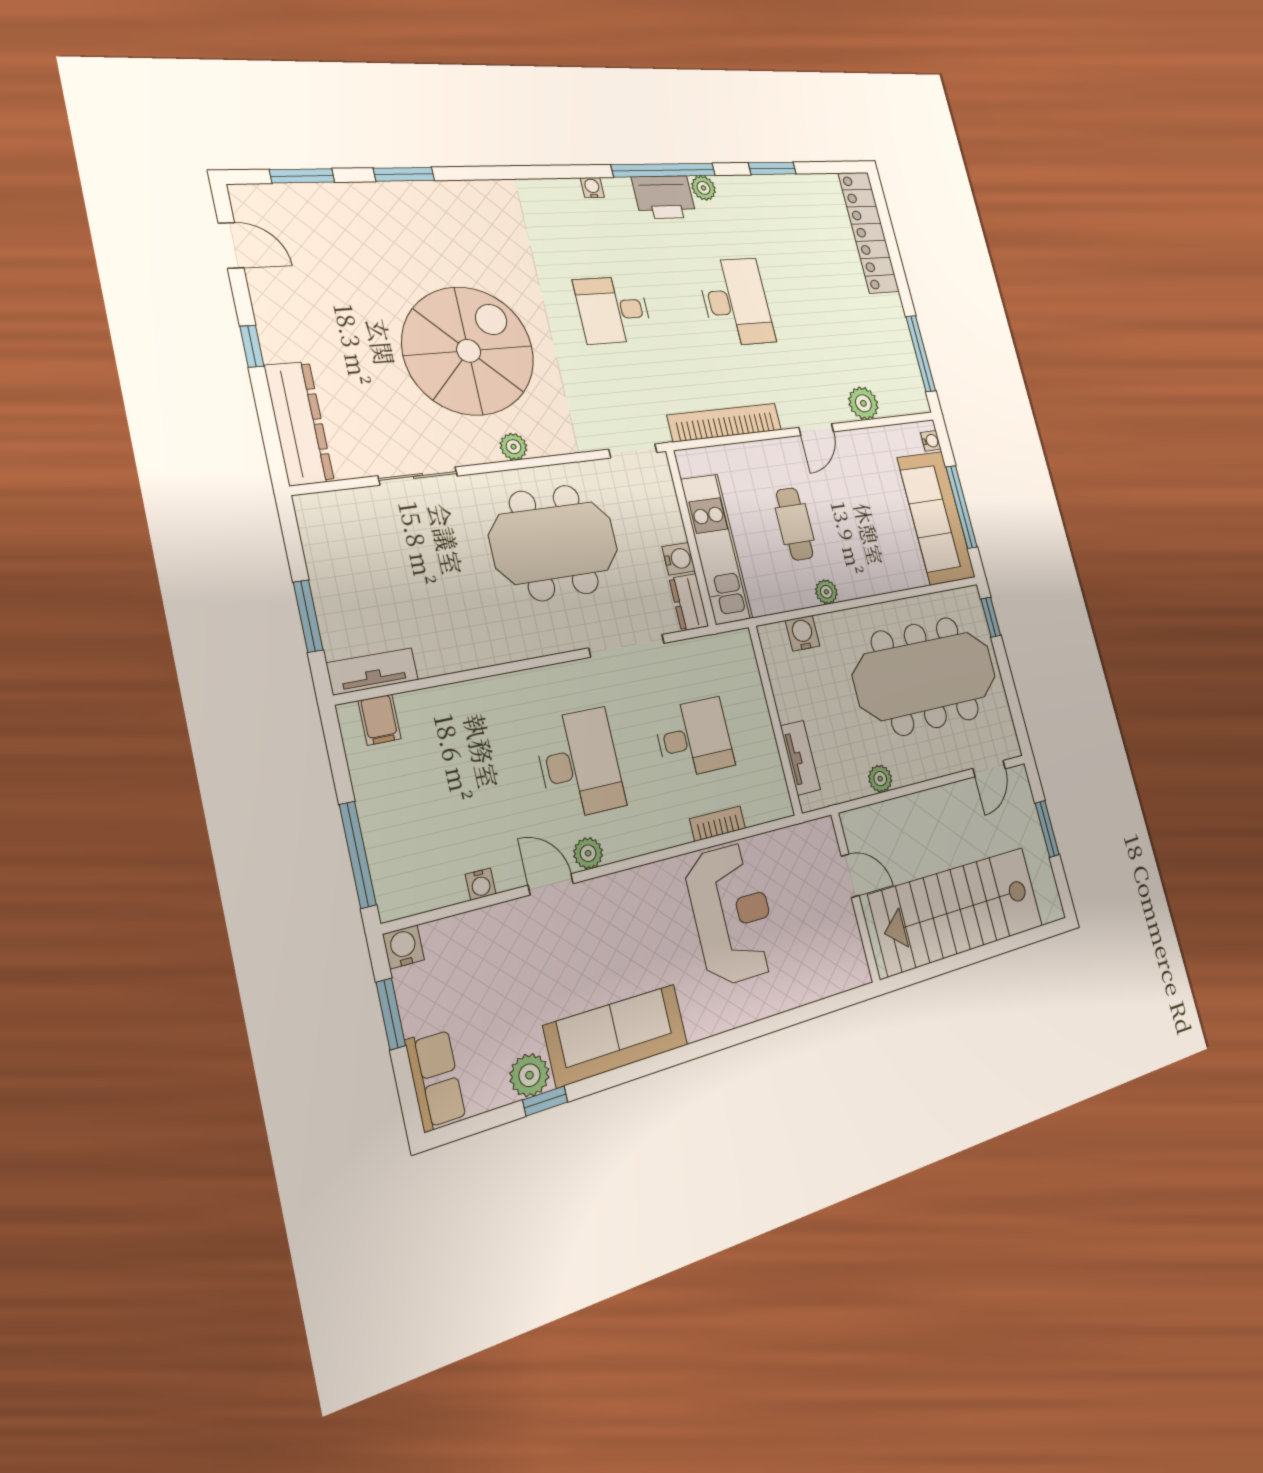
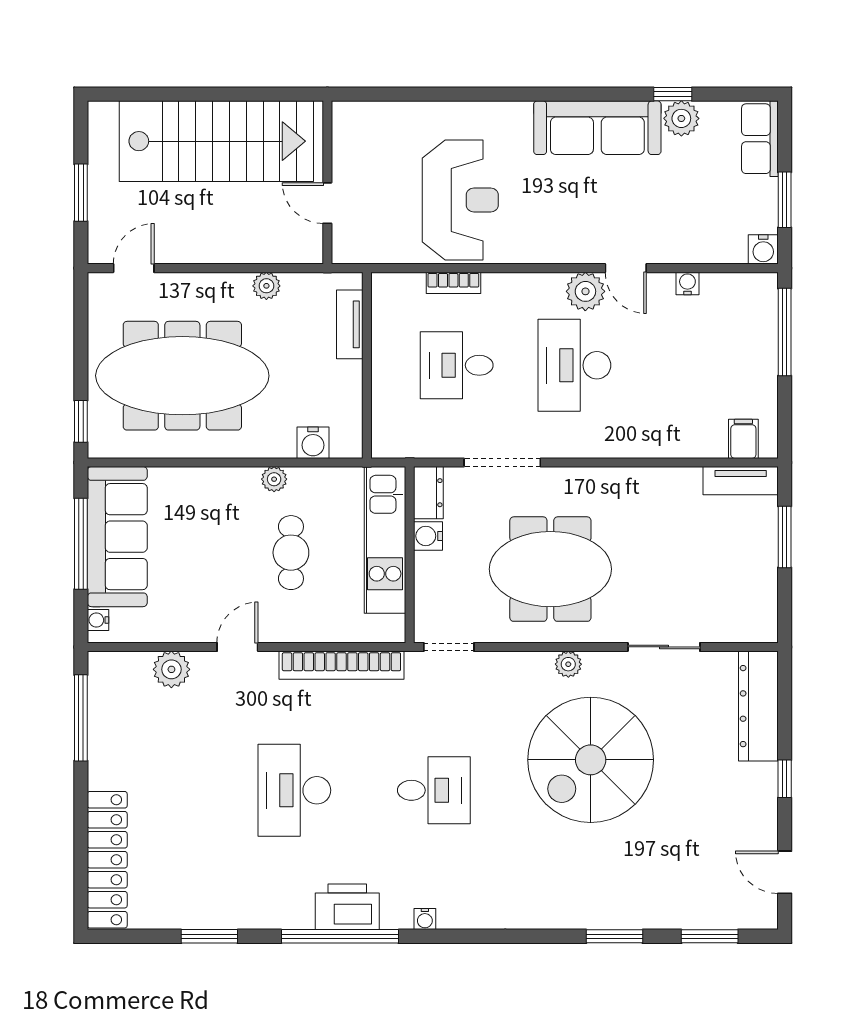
plant: (704, 188) -> (299, 916), removed
plant: (588, 853) -> (585, 291), width x1.38, depth x1.38
reception desk: (732, 914) -> (460, 200), turned 180

